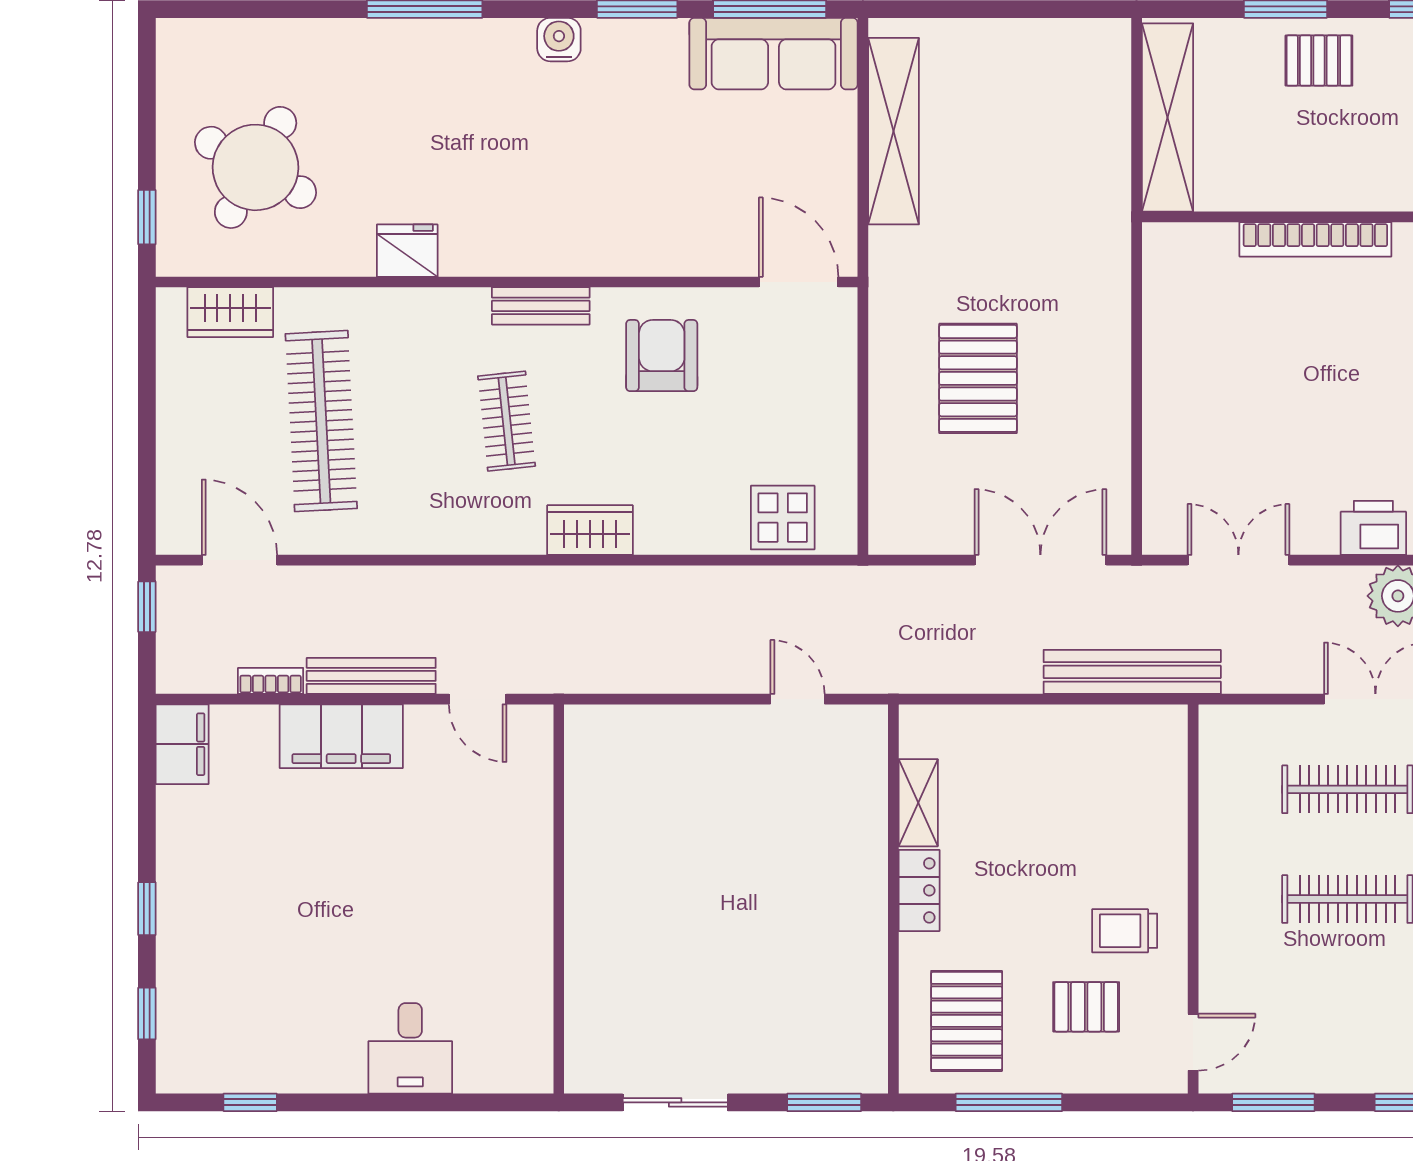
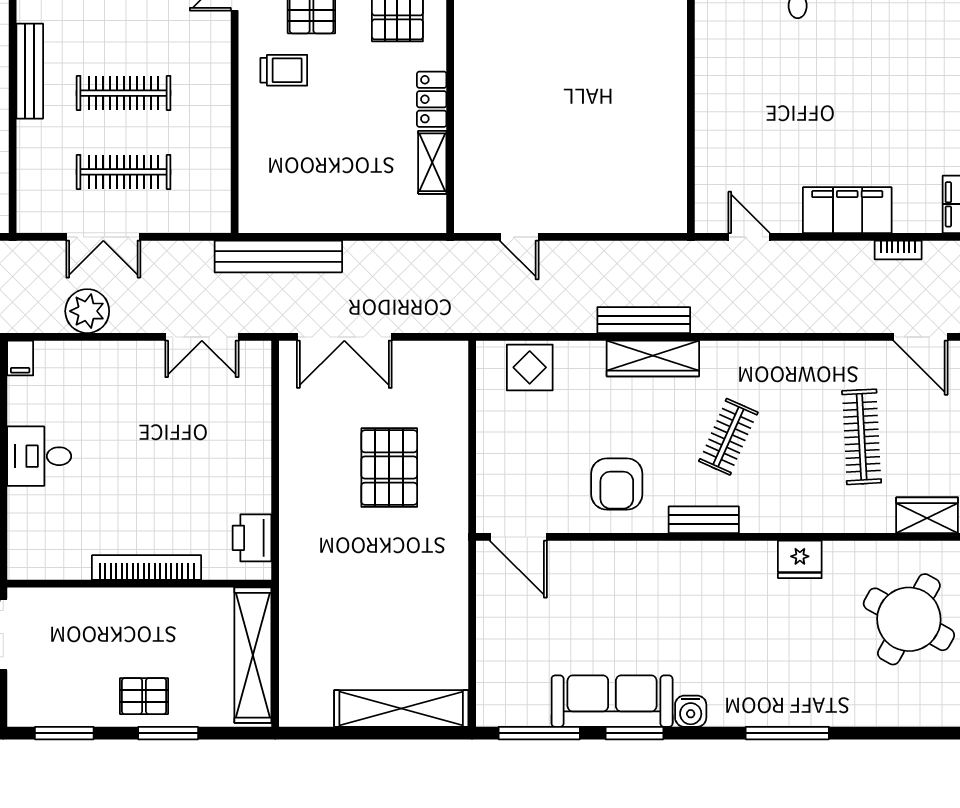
sofa: (774, 54) -> (612, 701), moved
shelving: (894, 131) -> (401, 709), moved, turned 90
clothes rail: (321, 421) -> (862, 437), width x0.73, depth x0.76
clothes rail: (507, 421) -> (728, 437), turned 30
printer: (1373, 528) -> (252, 538), moved, turned 90
wardrobe: (590, 530) -> (653, 358), width x1.50
bench: (371, 676) -> (644, 320), moved

